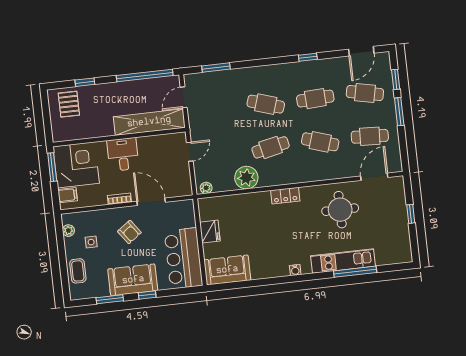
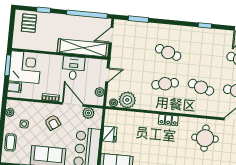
cafe table: (315, 99) -> (204, 56), removed
desk: (123, 154) -> (73, 68), moved
plant: (184, 177) -> (100, 92), added
plant: (246, 178) -> (127, 100), moved
plant: (175, 209) -> (88, 113), added

